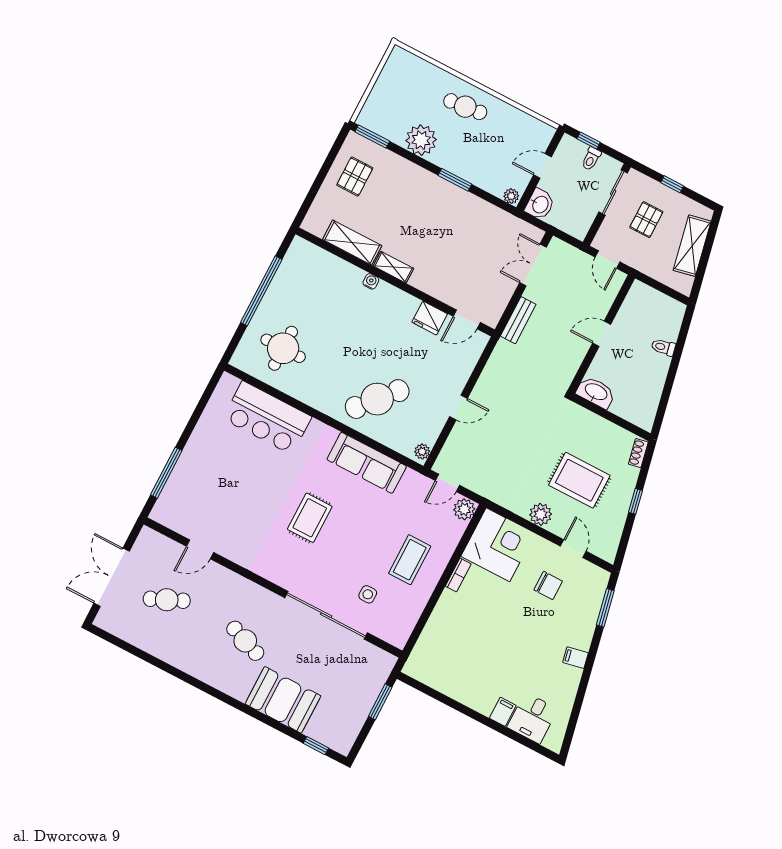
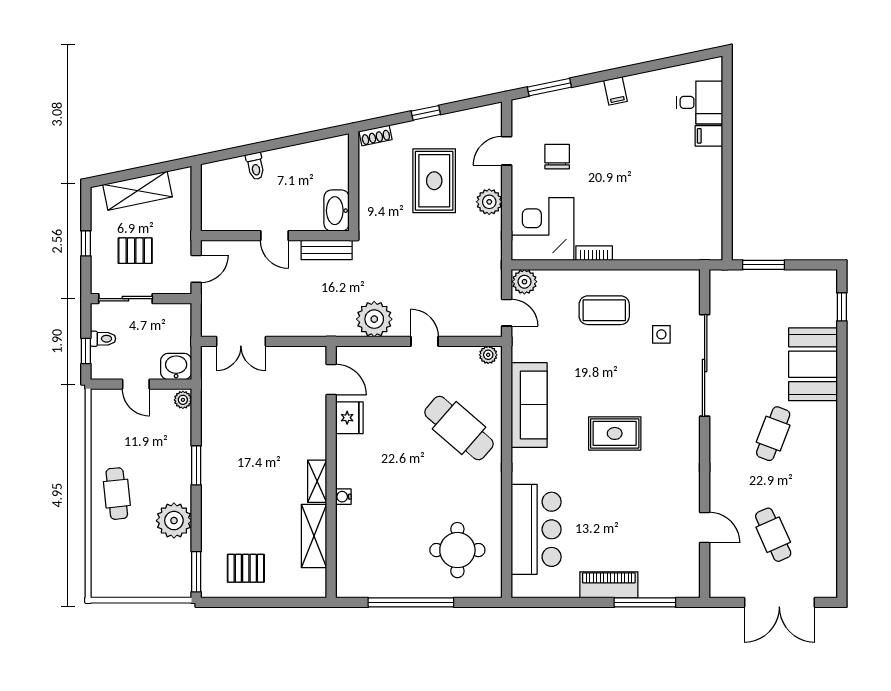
bench: (518, 320) -> (327, 250), moved
plant: (496, 377) -> (374, 319), added
piano: (194, 452) -> (609, 585), added

